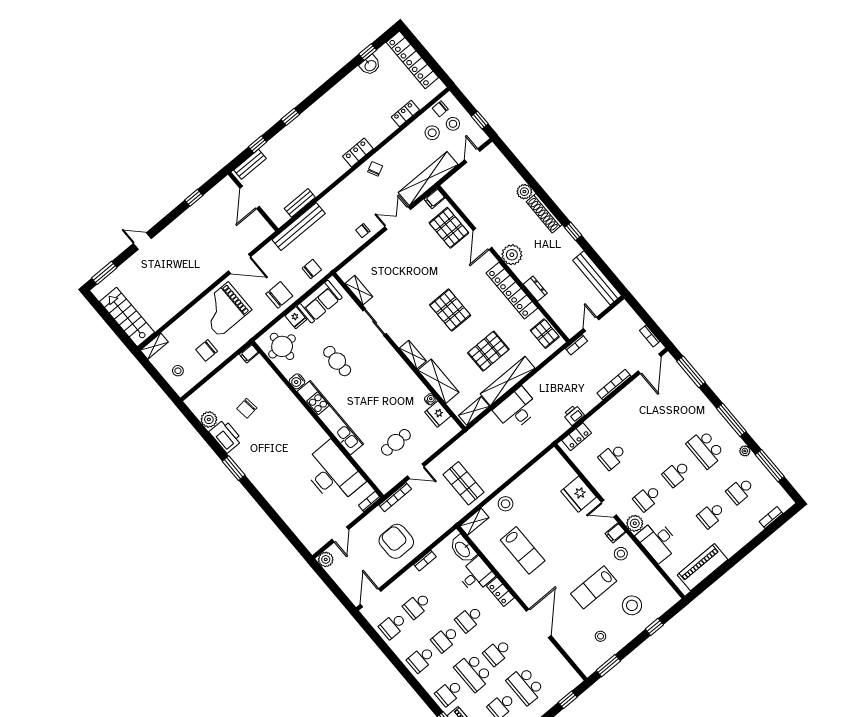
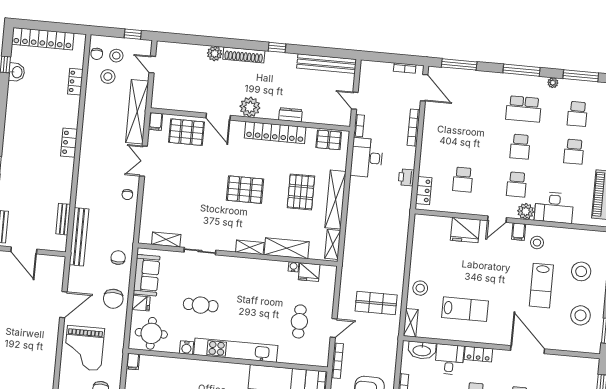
chair: (375, 169) -> (93, 142), removed
chair: (279, 295) -> (113, 299), turned 180
desk: (516, 409) -> (367, 158), moved
stool: (601, 636) -> (581, 315), width x1.89, depth x1.89

